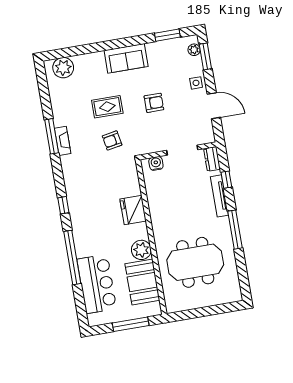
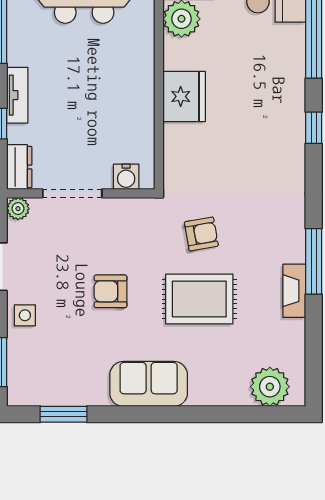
plant: (194, 50) -> (18, 209), moved
rug: (107, 107) -> (199, 299), width x1.36, depth x1.43
fireplace: (63, 141) -> (294, 291), moved
tv unit: (219, 196) -> (17, 95), width x0.71

